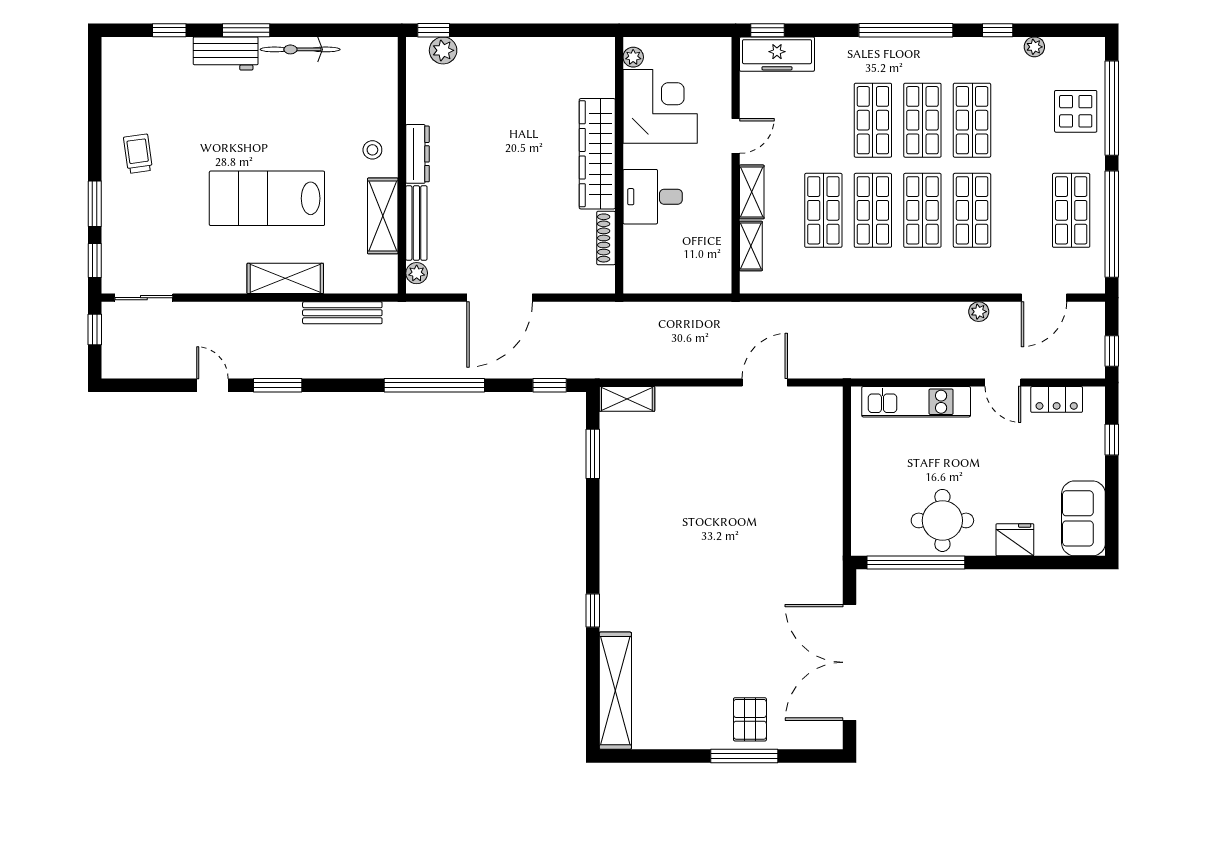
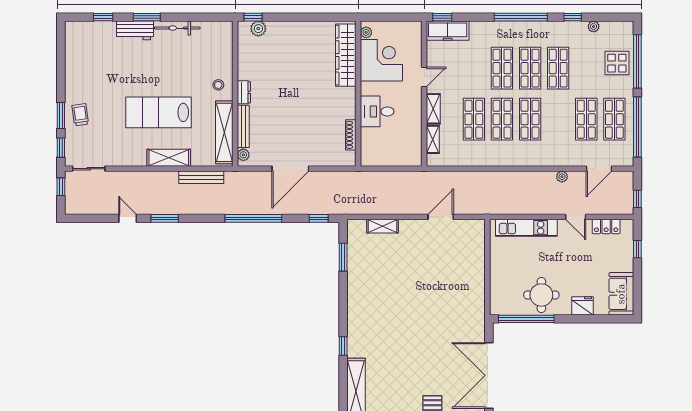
trolley: (138, 154) -> (80, 115), moved
dresser: (417, 154) -> (244, 92), width x0.70
wardrobe: (597, 154) -> (346, 55), moved
shop shelf: (972, 210) -> (586, 119), moved
shelving: (383, 216) -> (224, 132), width x1.47
shelving: (627, 399) -> (383, 226), moved

